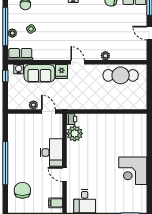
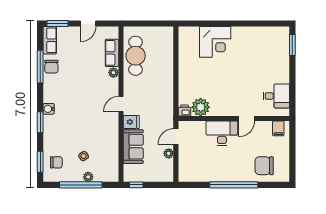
row of seats: (20, 54) -> (112, 53), moved
water cooler: (19, 69) -> (129, 170), removed
corner desk: (133, 171) -> (215, 42), moved

